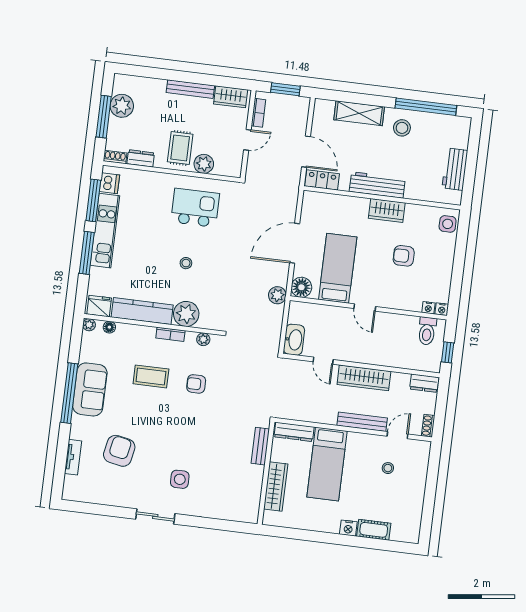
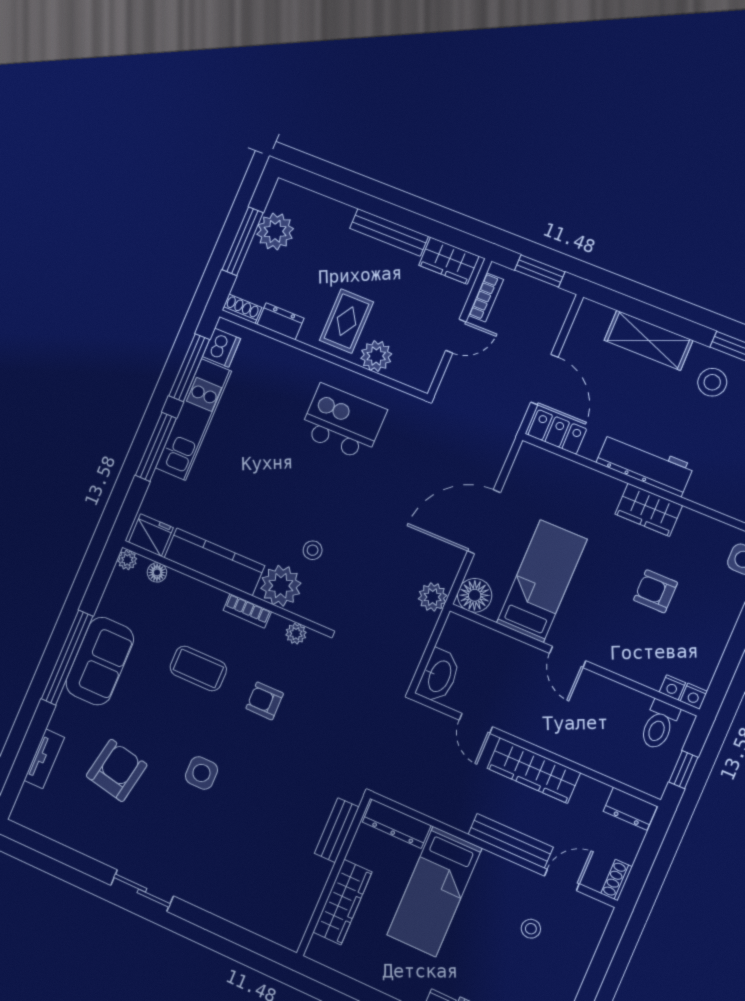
stool: (186, 263) -> (313, 550), moved
side table: (180, 479) -> (201, 773), moved

